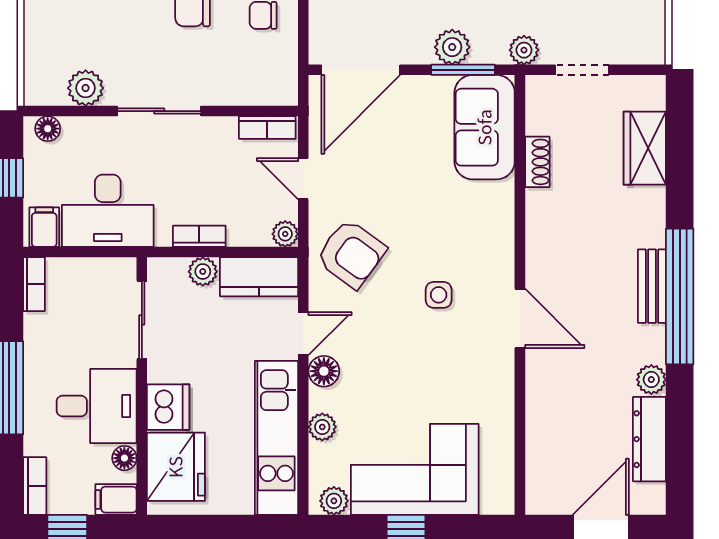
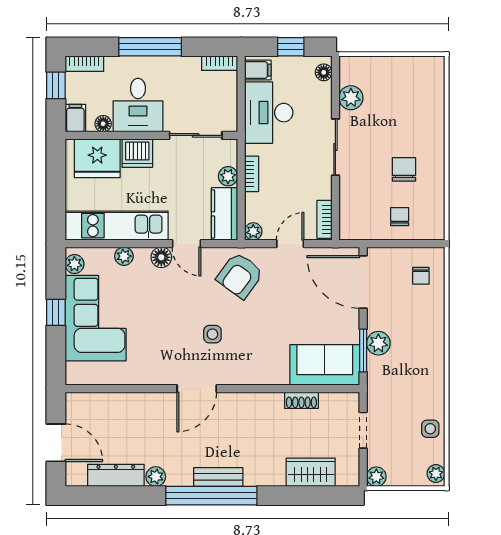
plant: (524, 50) -> (376, 477), moved

